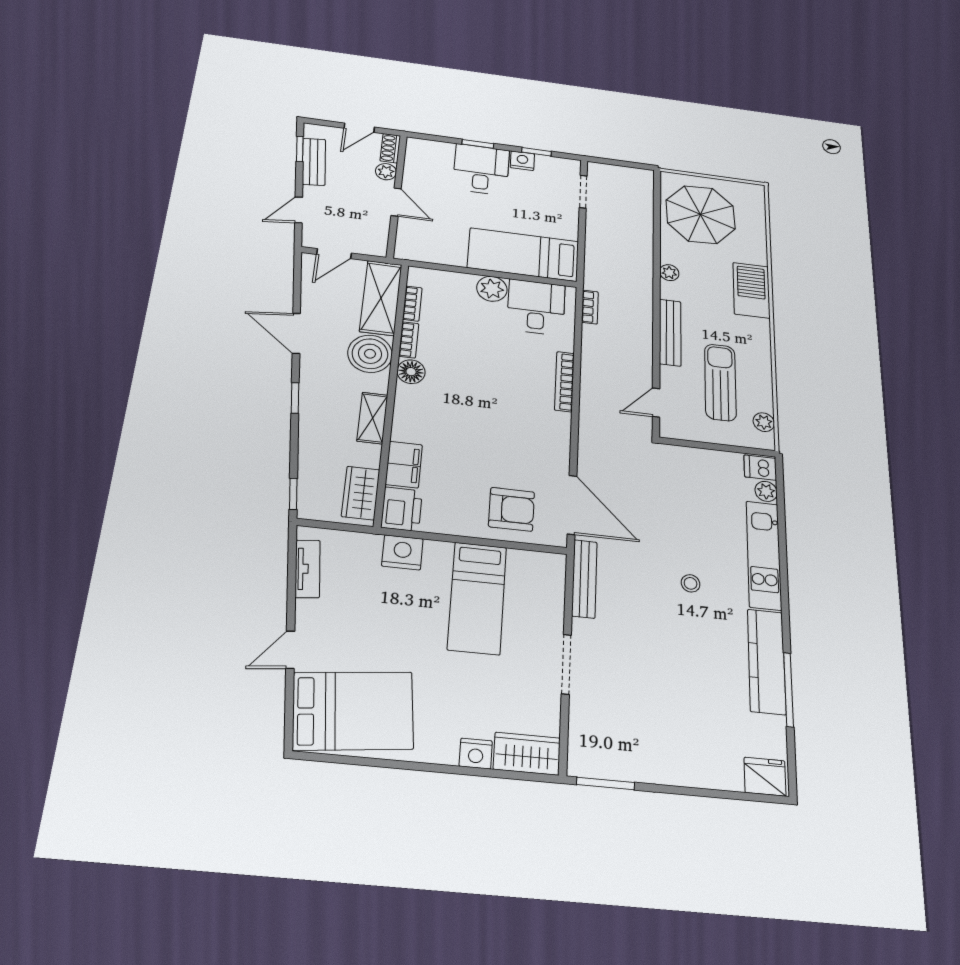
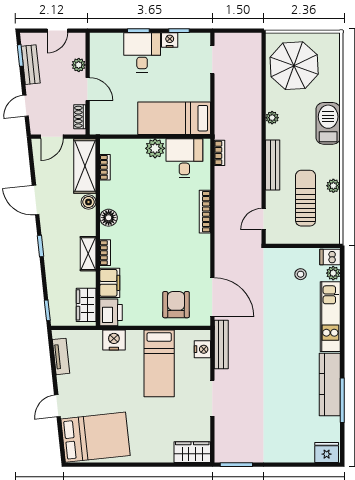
shoe rack: (390, 148) -> (80, 117), moved
bookcase: (409, 340) -> (105, 253), moved
boiler: (370, 354) -> (88, 202), width x0.54, depth x0.54
plant: (764, 422) -> (333, 186), moved
armchair: (512, 509) -> (176, 305), turned -90
stool: (691, 583) -> (301, 274), moved
nightstand: (476, 754) -> (202, 349), moved, turned -90

